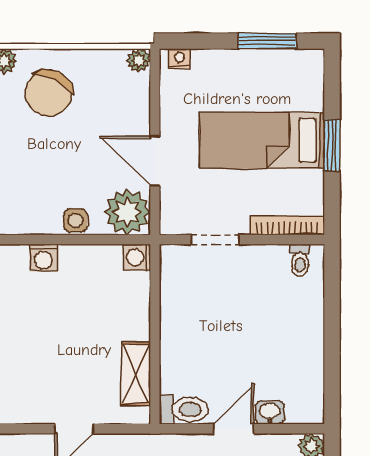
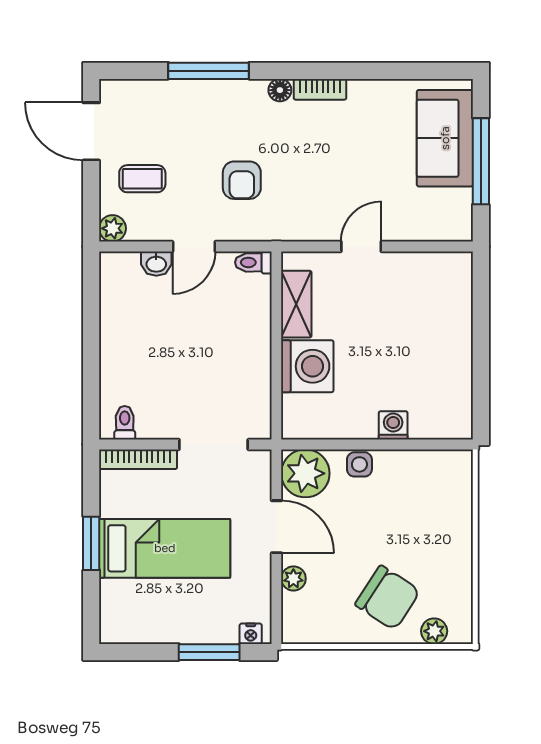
window: (267, 41) -> (209, 652), moved
plant: (139, 60) -> (293, 579), moved
chair: (49, 93) -> (388, 598), turned 97
doorway: (215, 240) -> (214, 444), width x1.38
washing machine: (137, 257) -> (307, 366), moved, width x1.89, depth x1.89
toilet: (184, 410) -> (253, 262), width x0.73, depth x0.72

